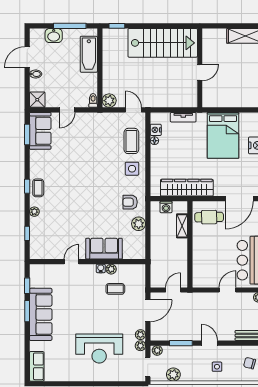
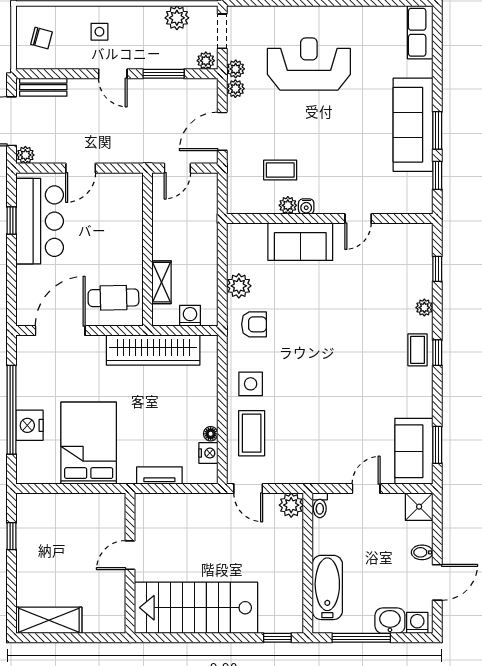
washing machine: (38, 34) -> (417, 623), added

